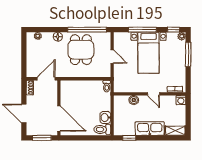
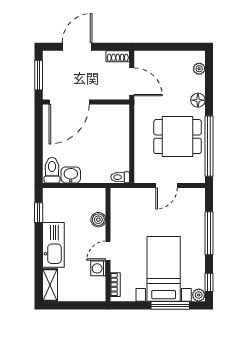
bed with nightstands: (149, 53) -> (164, 269), moved, turned 90
washing machine: (181, 100) -> (98, 268), moved

